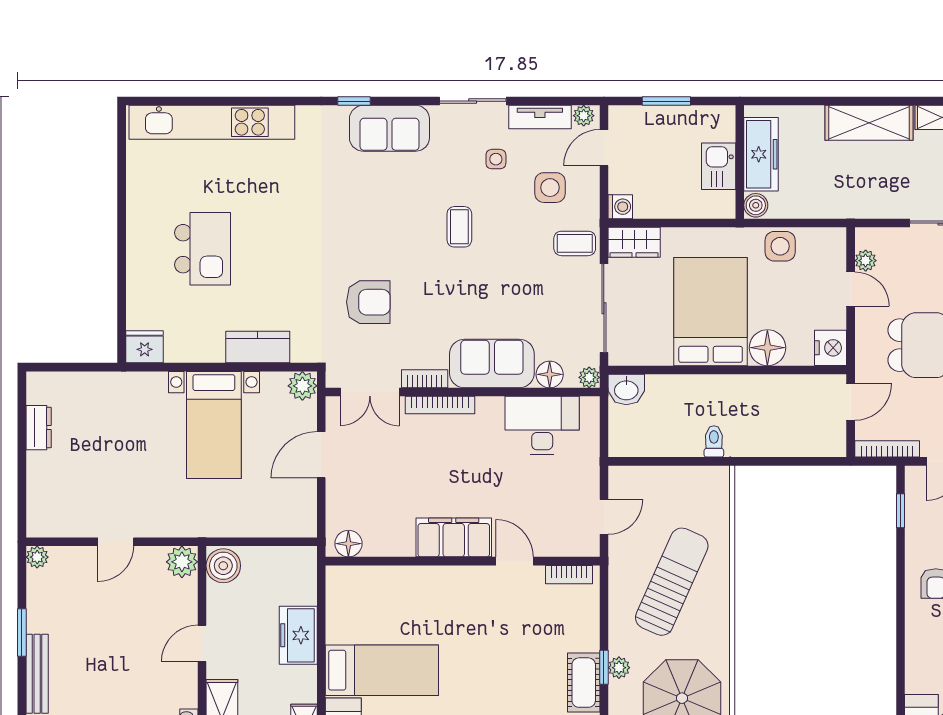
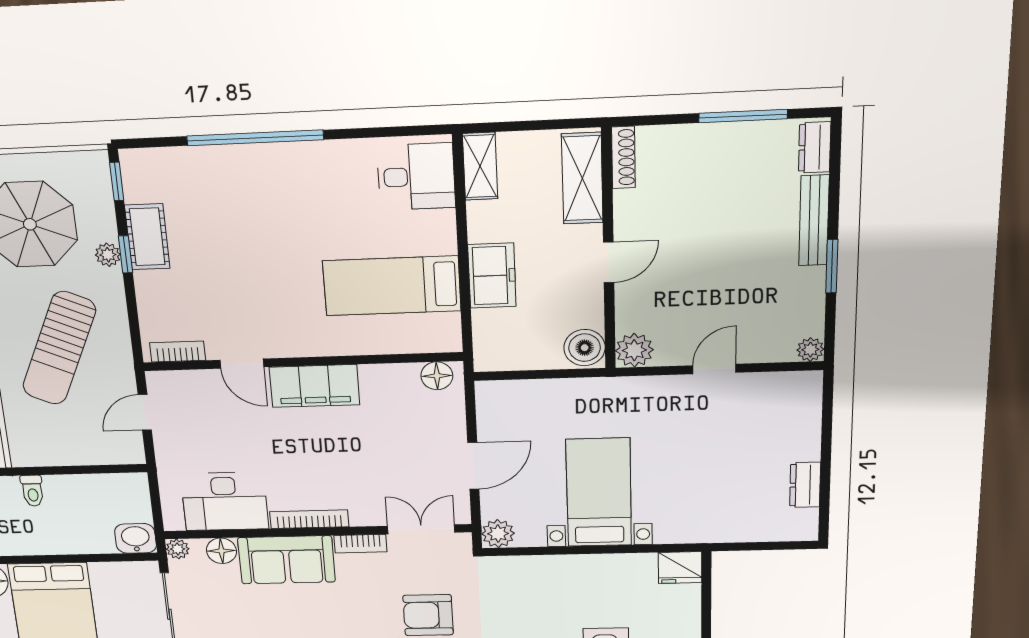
kitchen counter: (258, 347) -> (550, 570), removed
bookcase: (440, 405) -> (309, 519), moved
bed: (382, 670) -> (392, 286), moved

